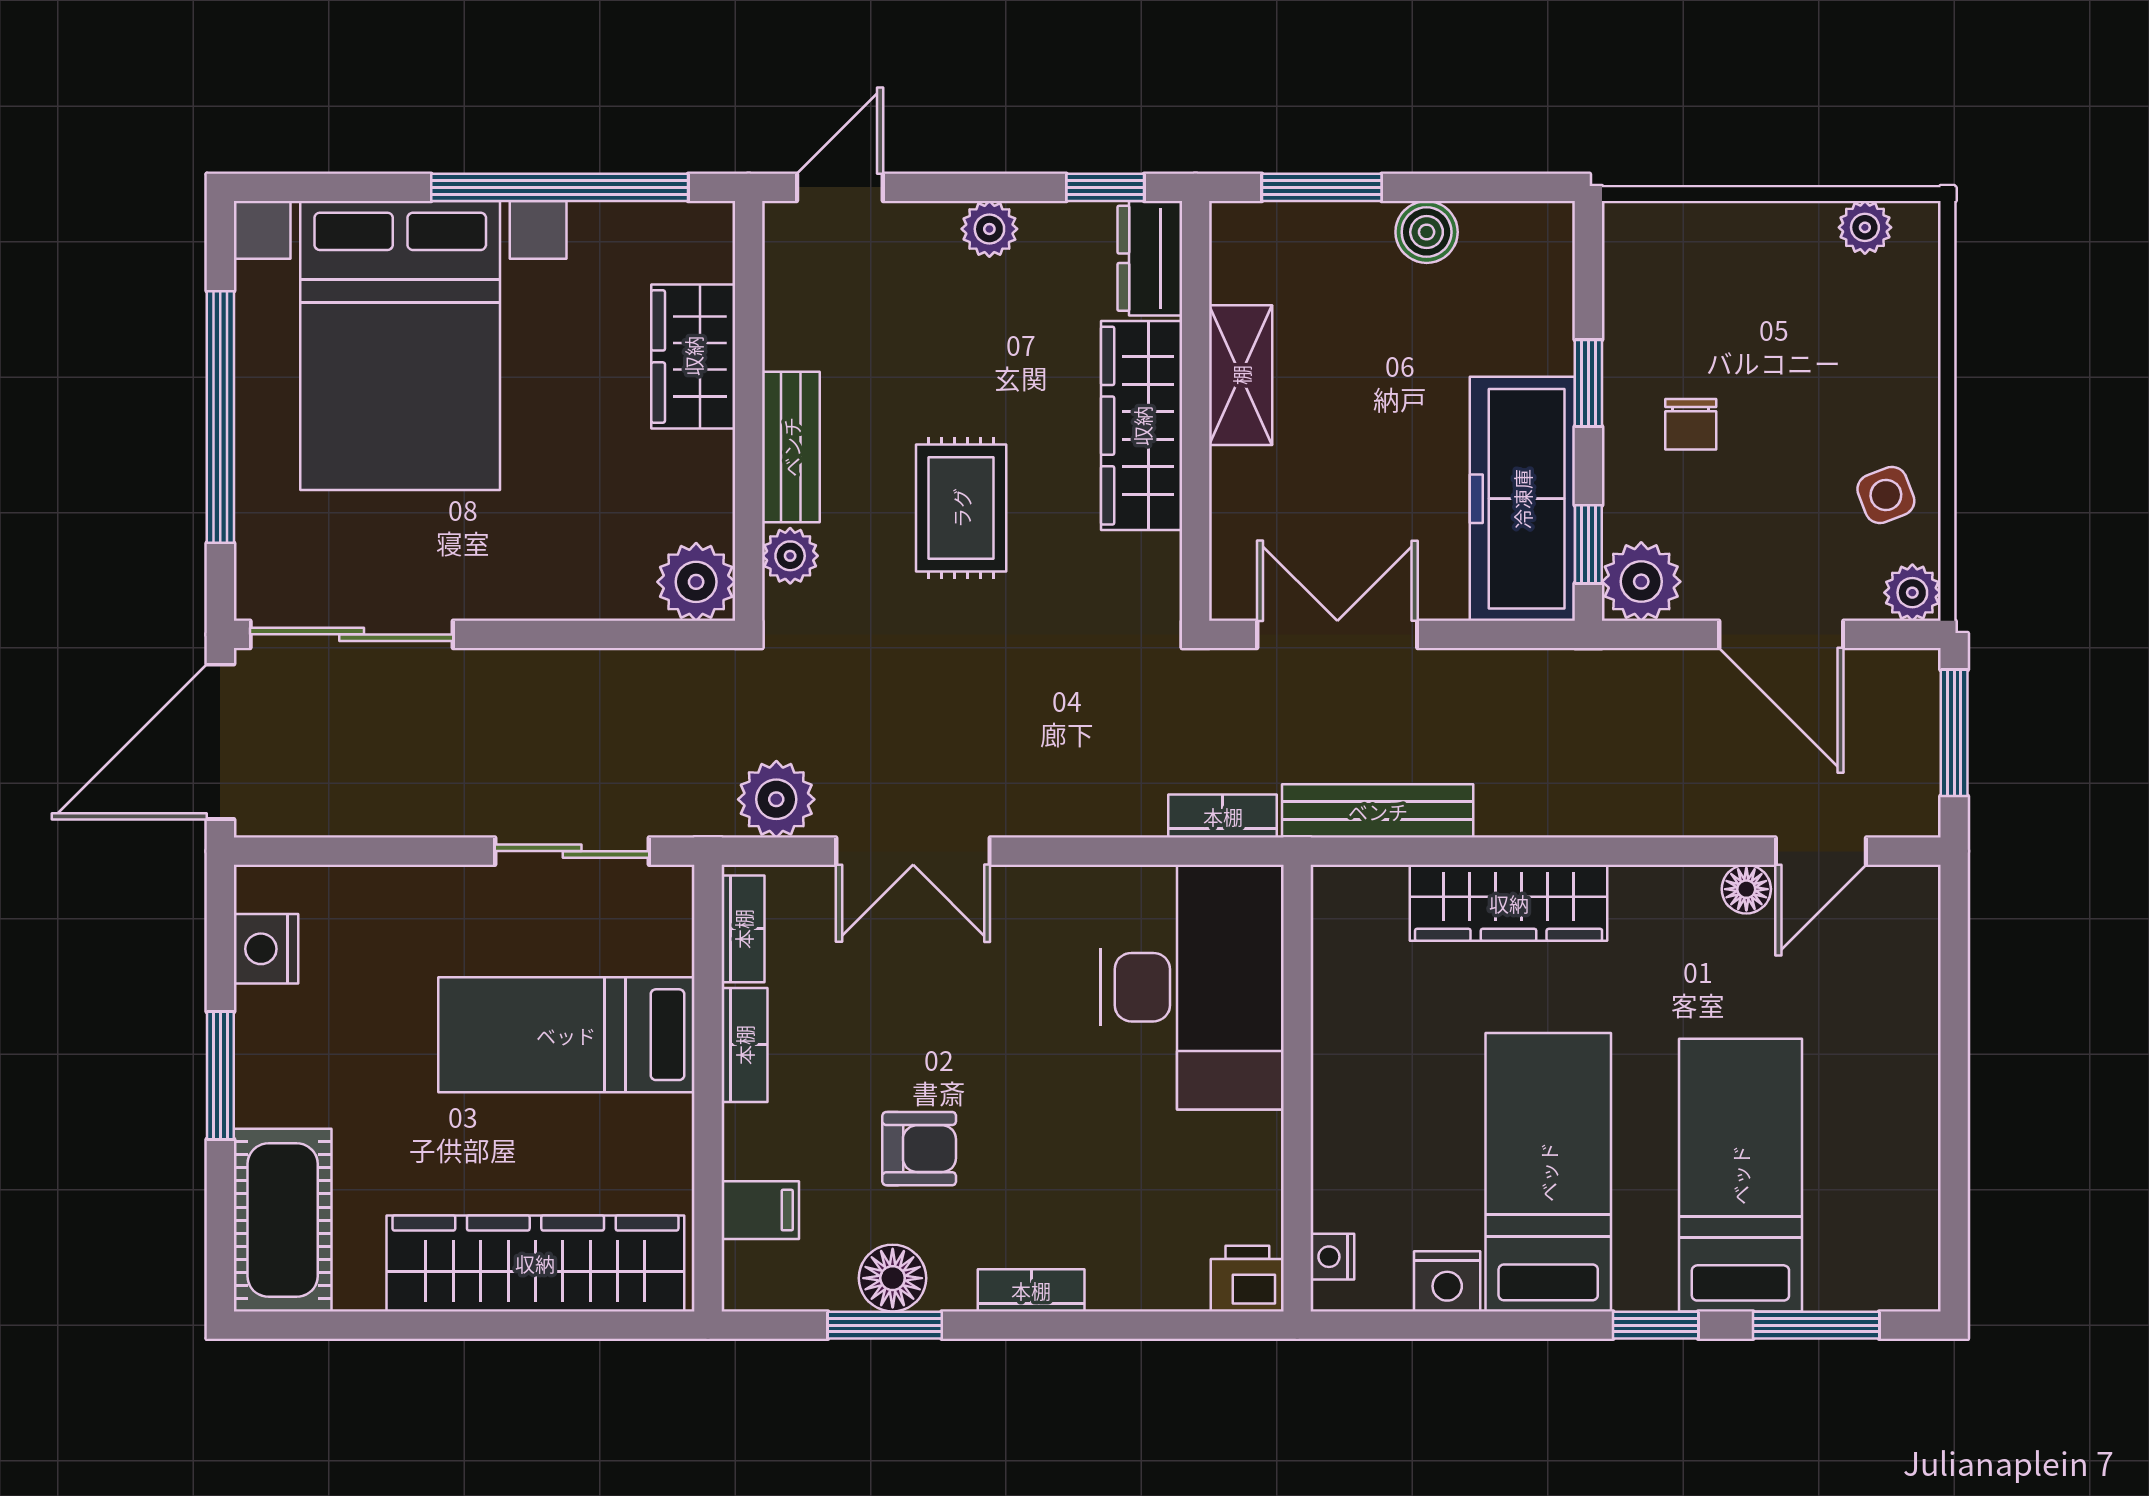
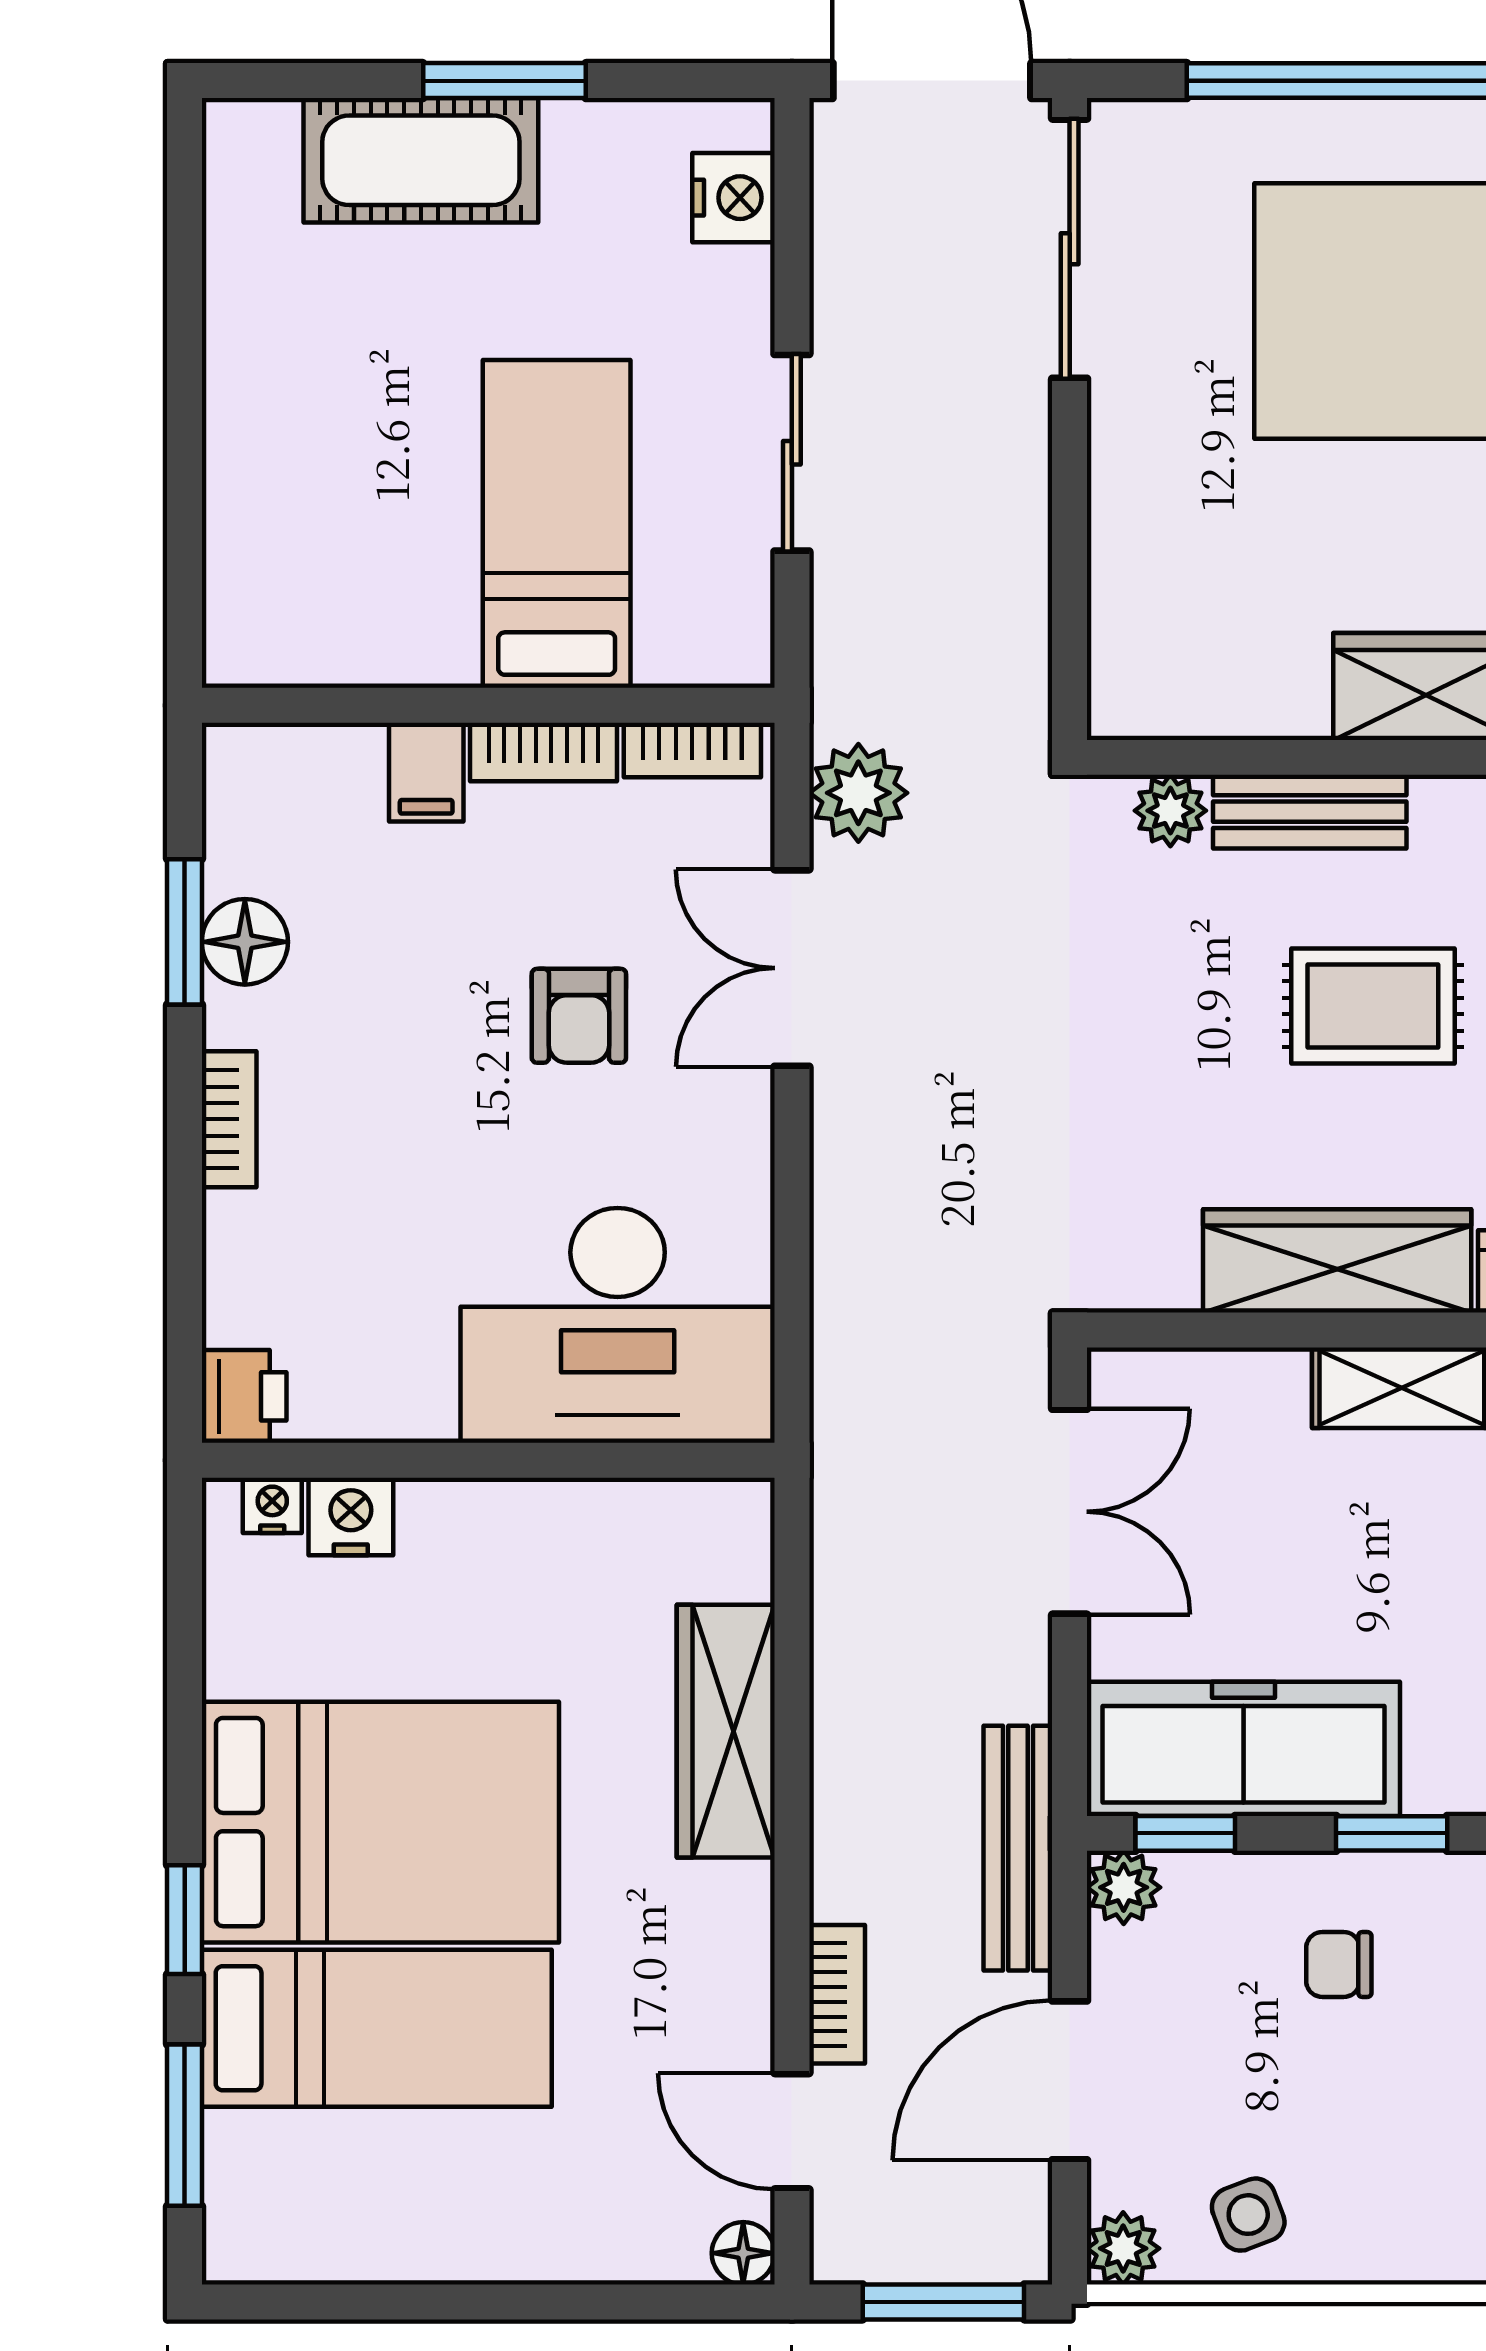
rug: (961, 508) -> (1373, 1006), moved
plant: (696, 582) -> (1137, 690), removed
plant: (1641, 582) -> (1124, 1887), width x0.73, depth x0.73
bench: (1378, 811) -> (1018, 1848), moved
bookcase: (1223, 816) -> (837, 1994), moved
sliding door: (572, 851) -> (792, 453), moved
floor lamp: (1746, 889) -> (743, 2253), moved
nightstand: (266, 949) -> (733, 198), moved, turned 90
armchair: (919, 1149) -> (579, 1016), moved
bed: (1548, 1172) -> (380, 1822), width x1.50
filing cabinet: (760, 1210) -> (426, 772), moved
cot: (283, 1220) -> (421, 160), moved
wardrobe: (535, 1263) -> (264, 484), removed
nightstand: (1447, 1281) -> (351, 1516), moved, turned 90

